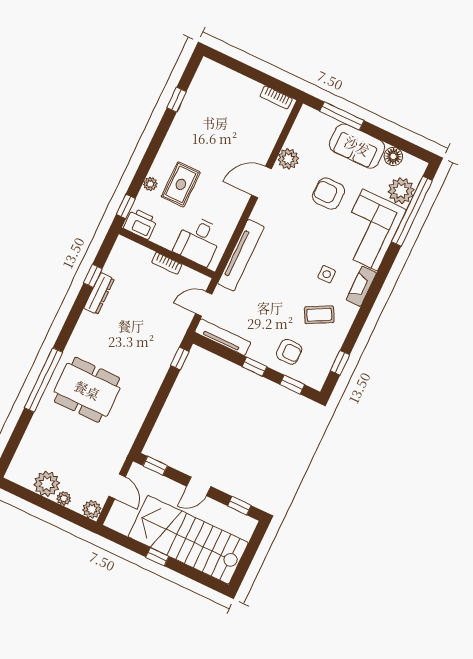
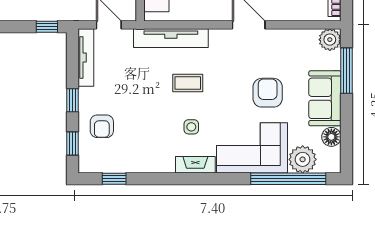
plant: (288, 159) -> (330, 40), moved
coffee table: (319, 315) -> (188, 83), moved, turned -62

